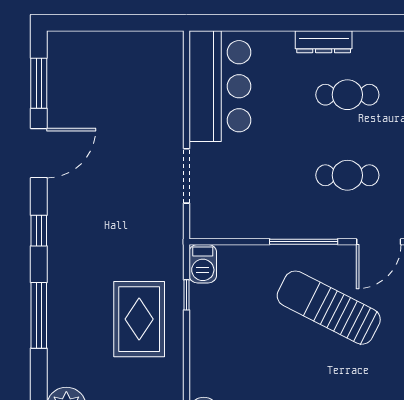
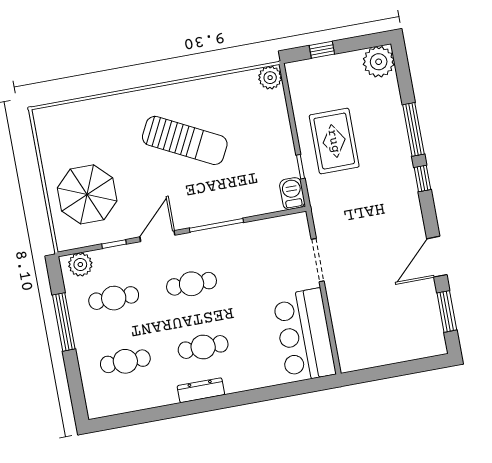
dresser: (324, 42) -> (201, 390), moved
window: (39, 231) -> (422, 178), moved
sun lounger: (329, 308) -> (185, 140), moved

